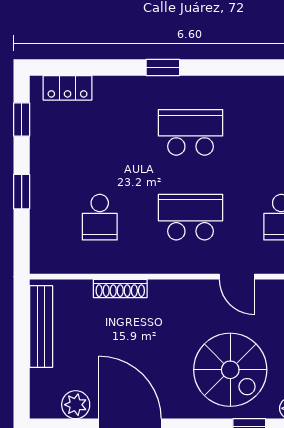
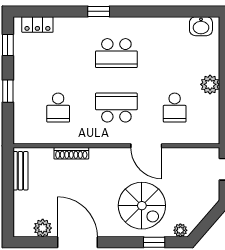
school desk: (190, 132) -> (116, 53), turned 180
door: (237, 277) -> (146, 146), width x1.38
bench: (41, 326) -> (20, 171), width x0.73

